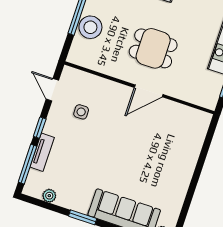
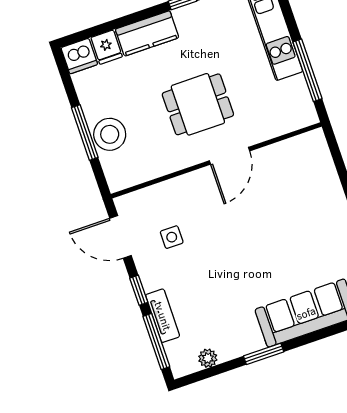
door: (52, 90) -> (120, 237), width x1.38

